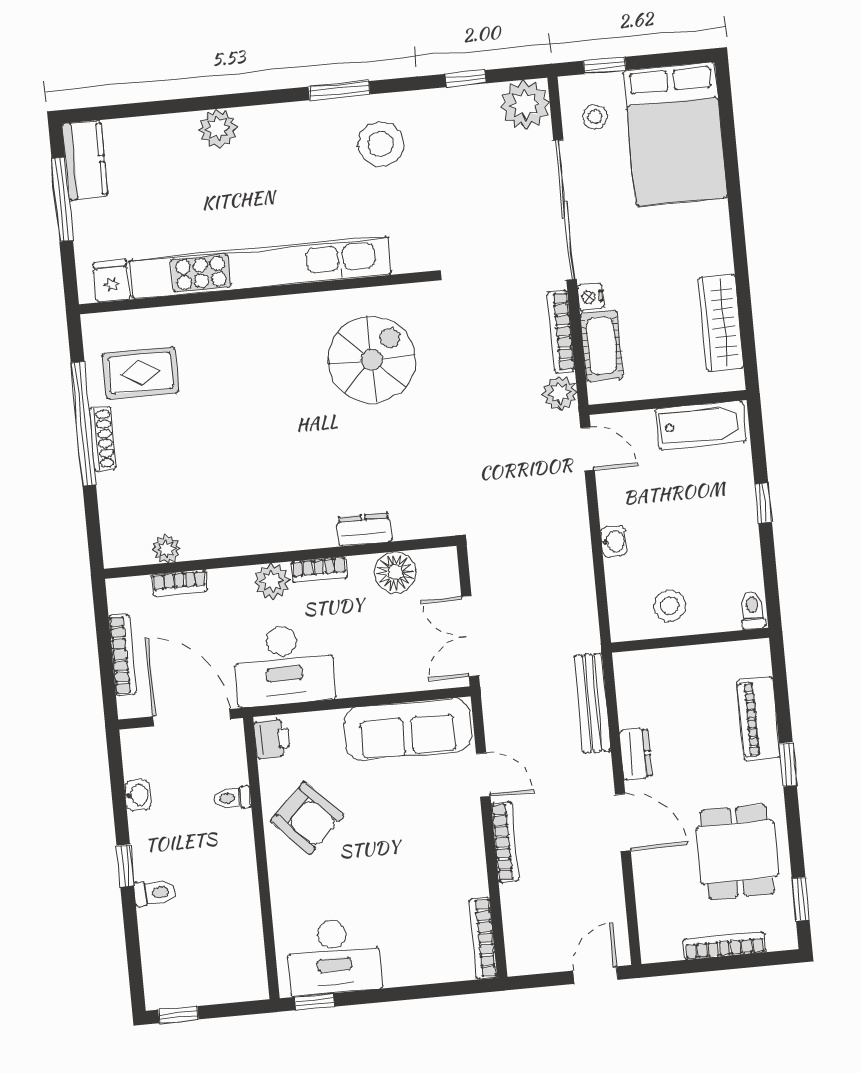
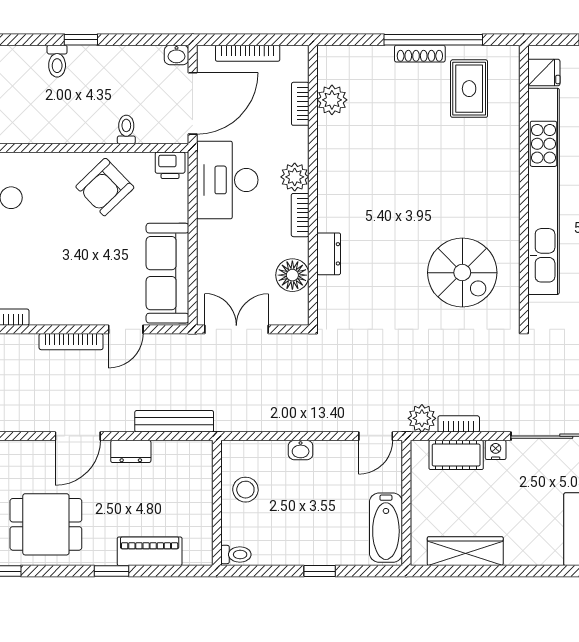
bookcase: (561, 332) -> (459, 424), width x0.64
plant: (166, 549) -> (332, 100), width x1.38, depth x1.38
washbasin: (138, 795) -> (177, 55), moved

